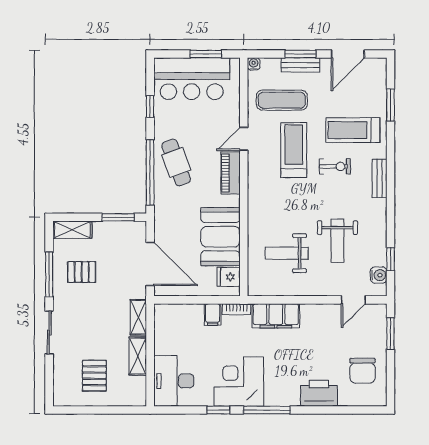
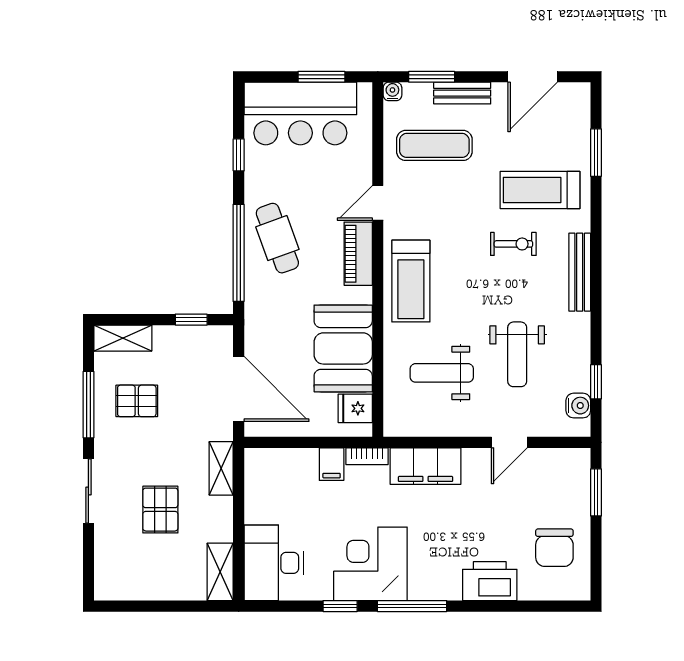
window: (300, 54) -> (432, 77), moved
treadmill: (294, 150) -> (411, 281), moved, turned 180
bench: (380, 178) -> (580, 272), width x1.36
window: (118, 217) -> (191, 320), width x0.67
door: (353, 300) -> (509, 442), moved
shelving: (138, 356) -> (220, 572), moved
pallet: (94, 376) -> (160, 510), moved

